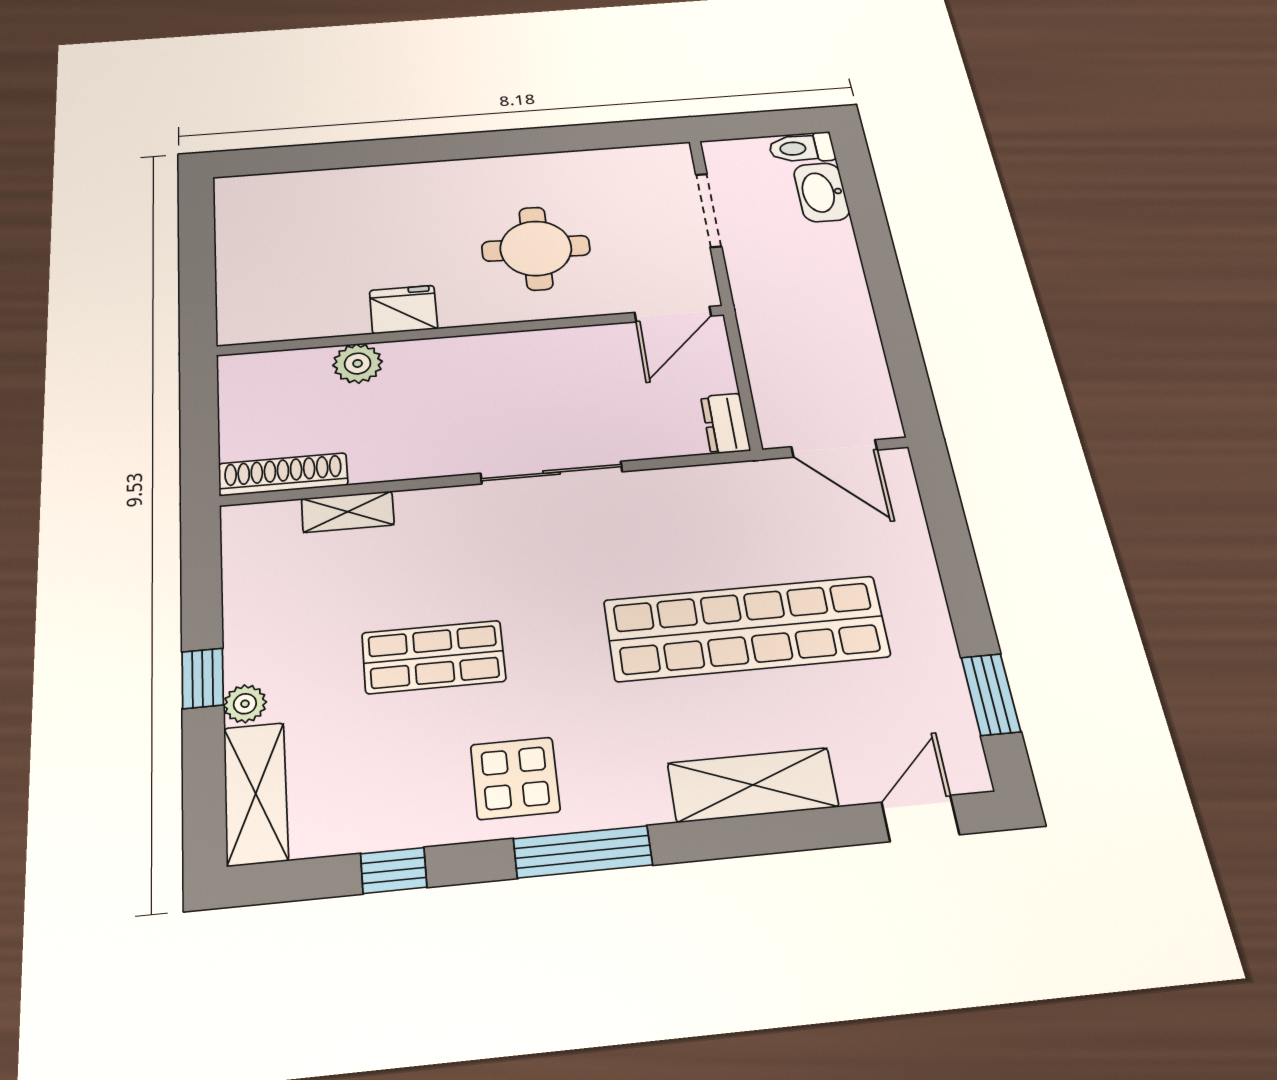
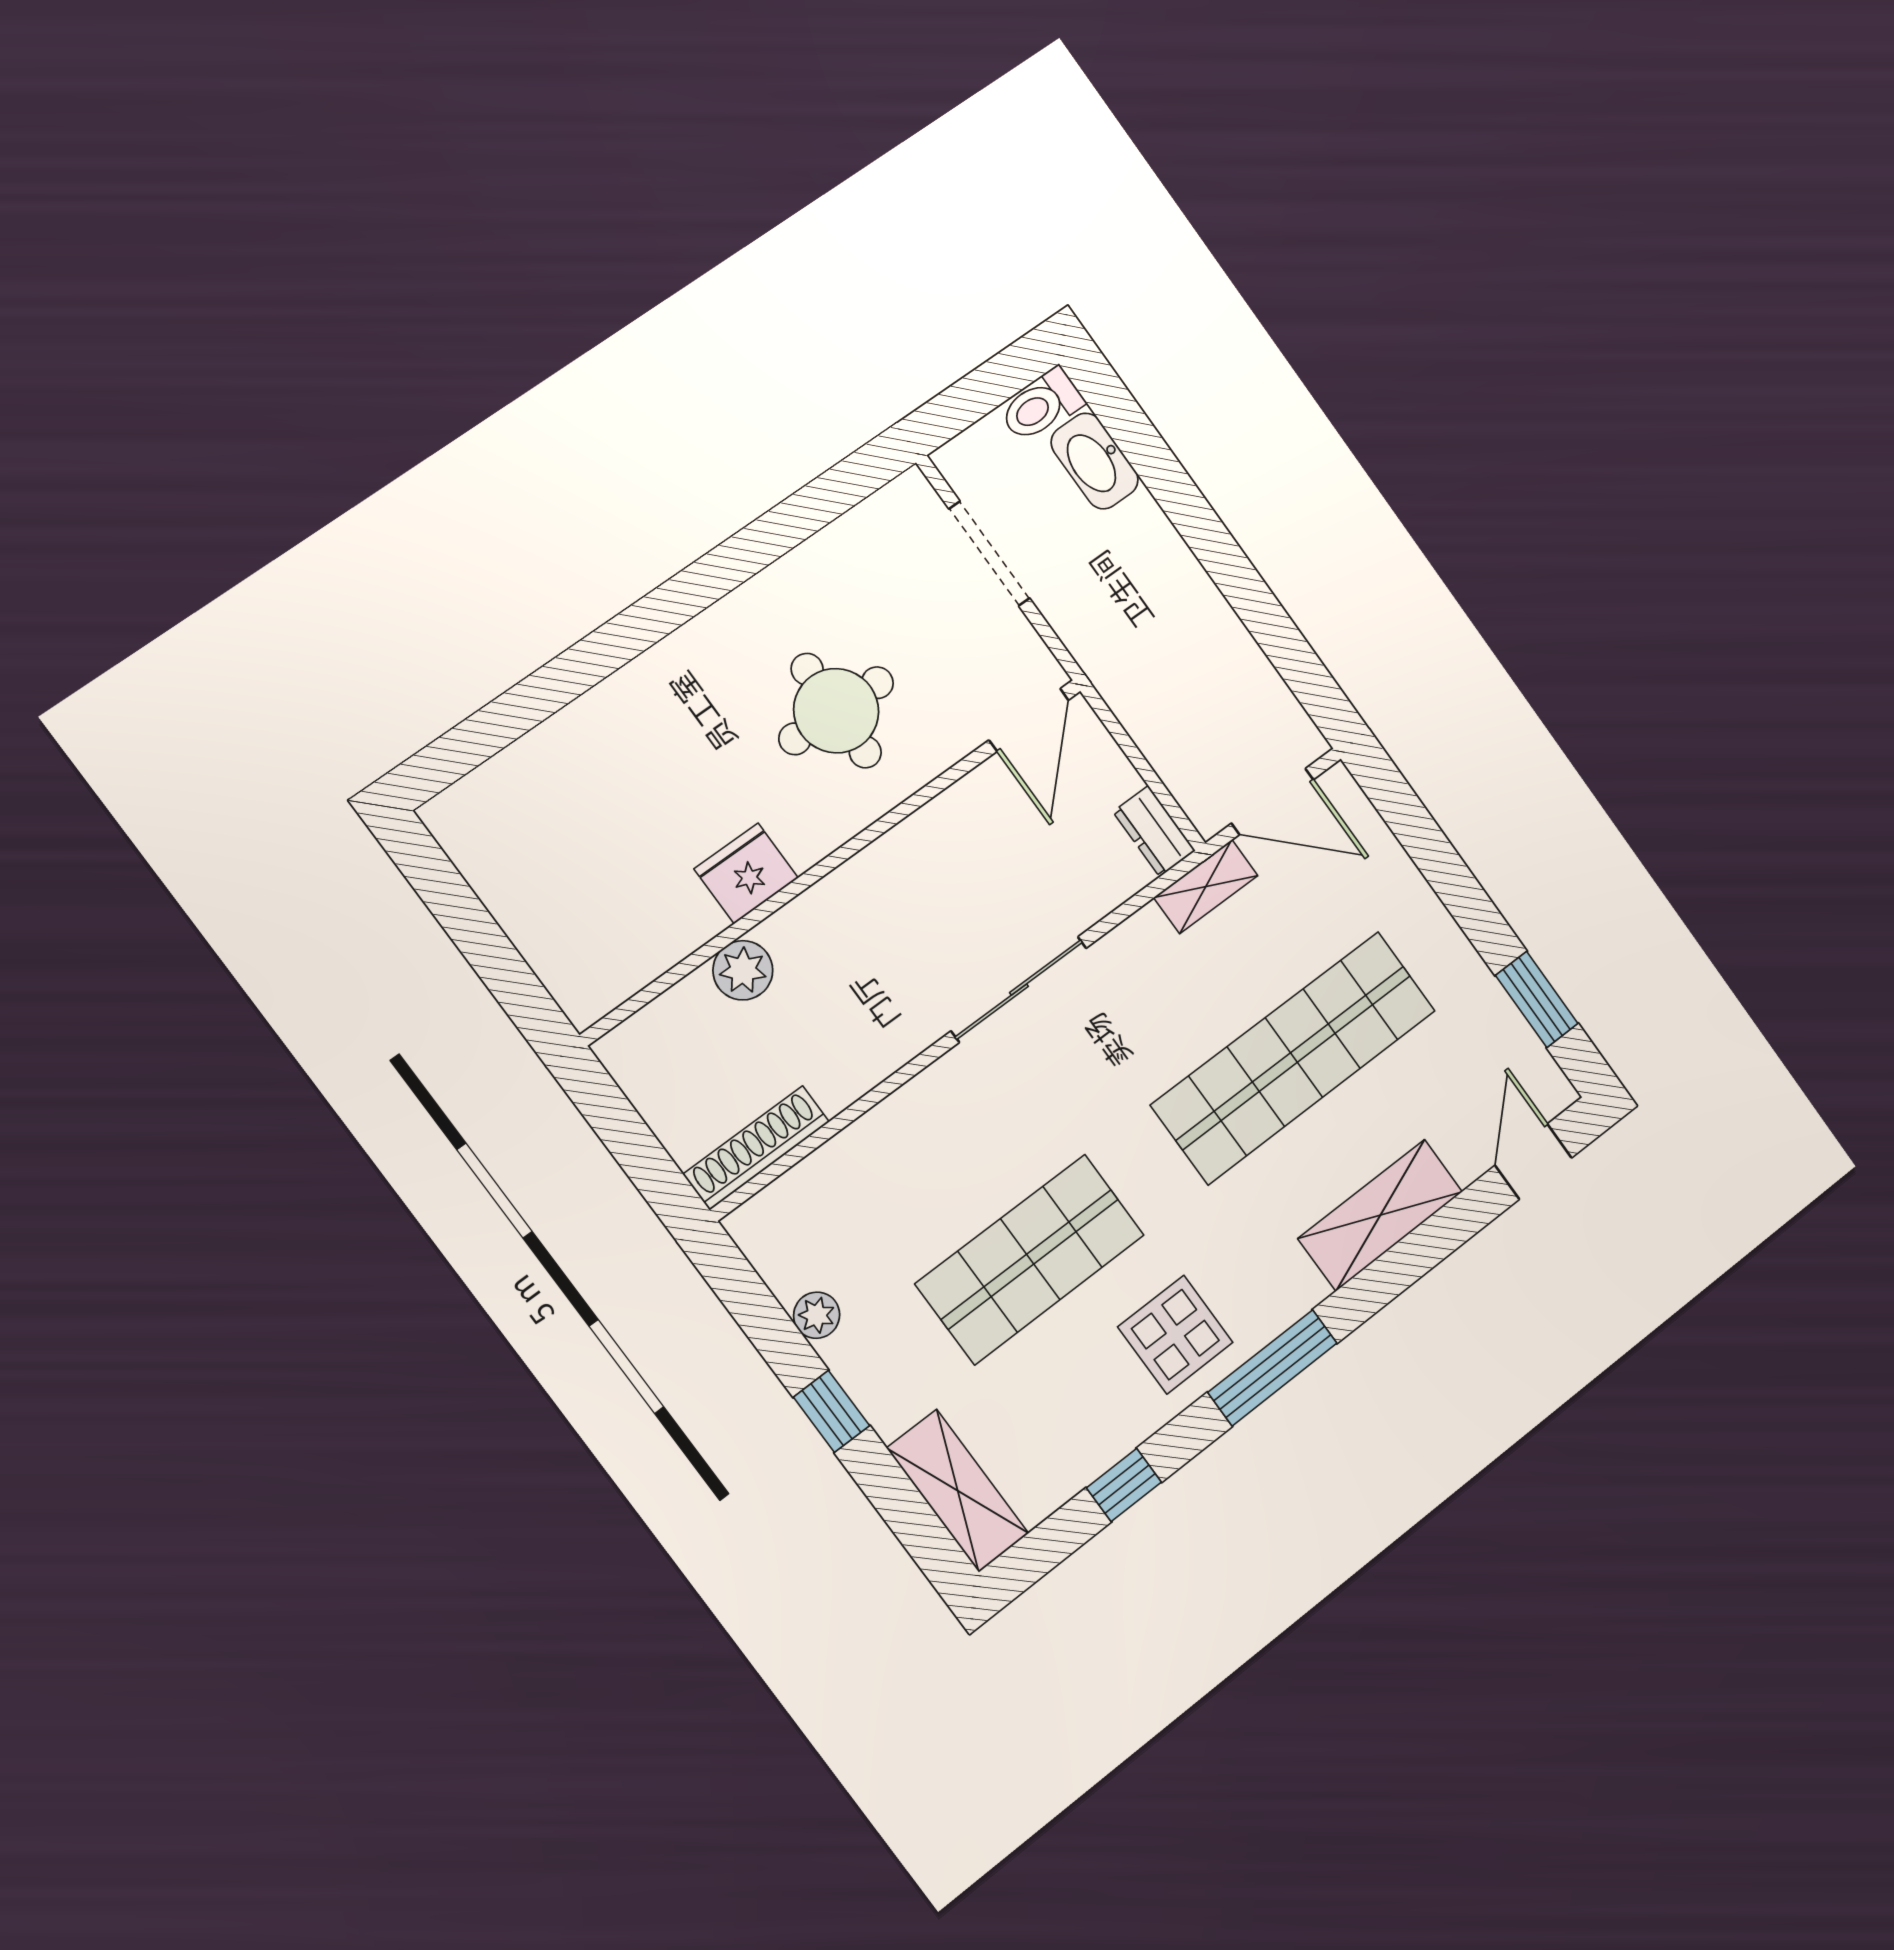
shelving: (348, 512) -> (1206, 887), moved
shop shelf: (434, 657) -> (1030, 1259), width x1.43, depth x1.36
plant: (245, 704) -> (817, 1315), moved

